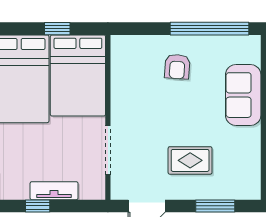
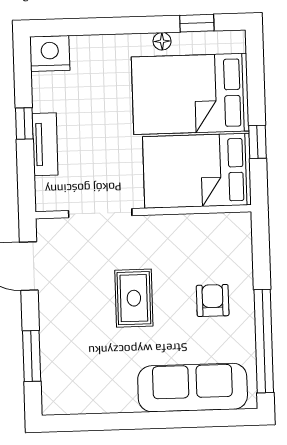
armchair: (177, 67) -> (213, 300), turned 86
sofa: (243, 95) -> (193, 388), width x1.36
rug: (190, 160) -> (134, 298), moved

